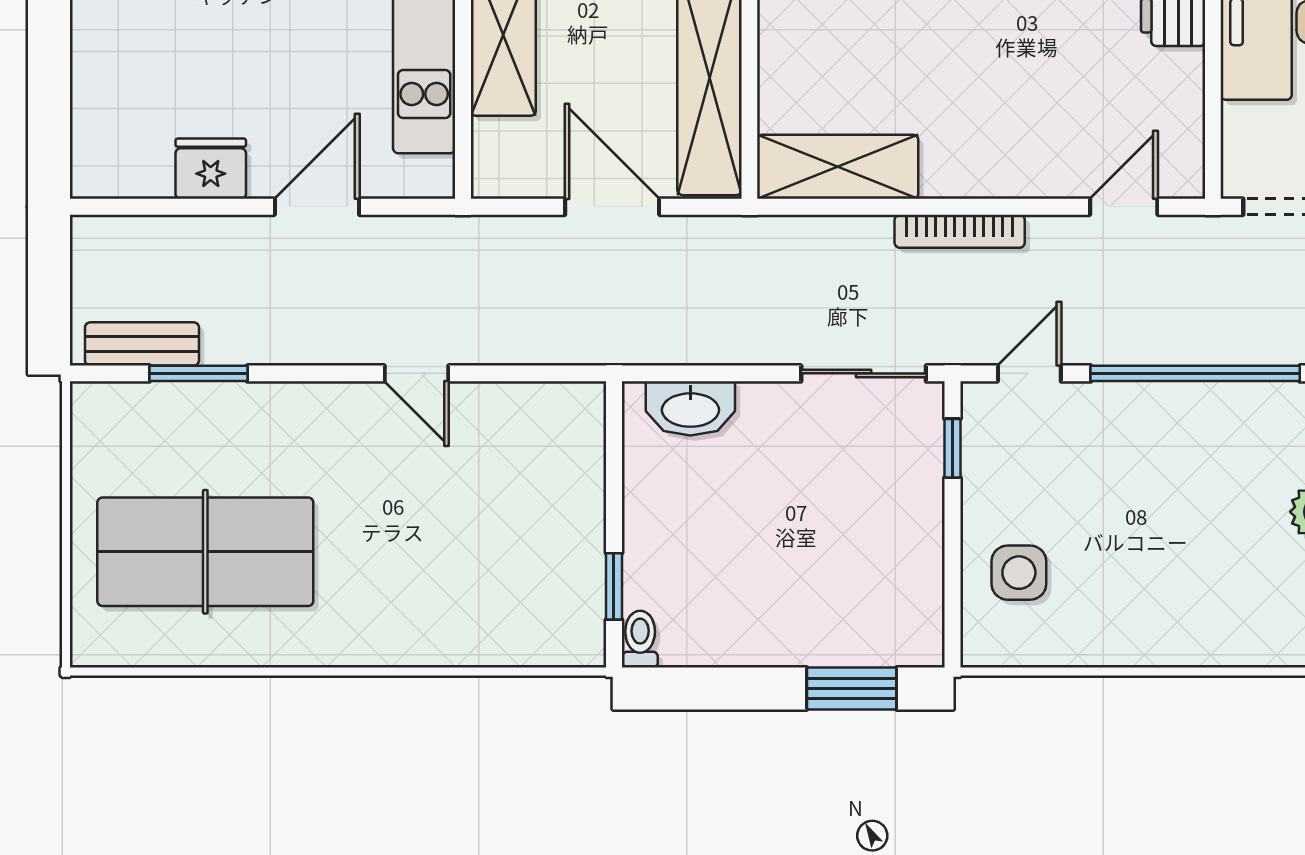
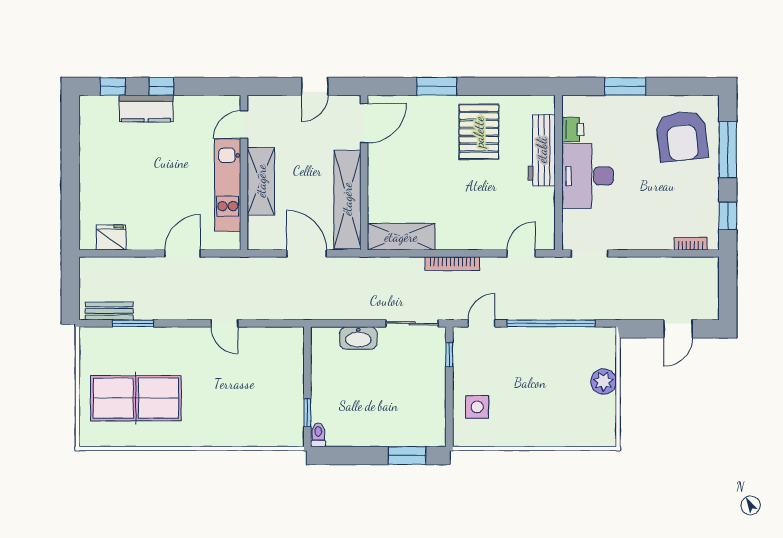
fridge: (211, 169) -> (111, 238), moved
washbasin: (690, 408) -> (358, 338), moved

